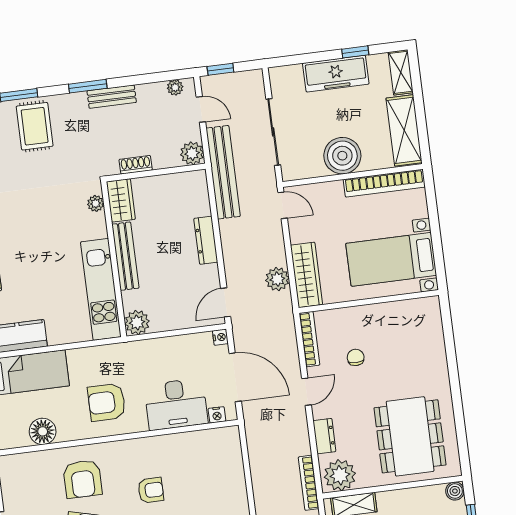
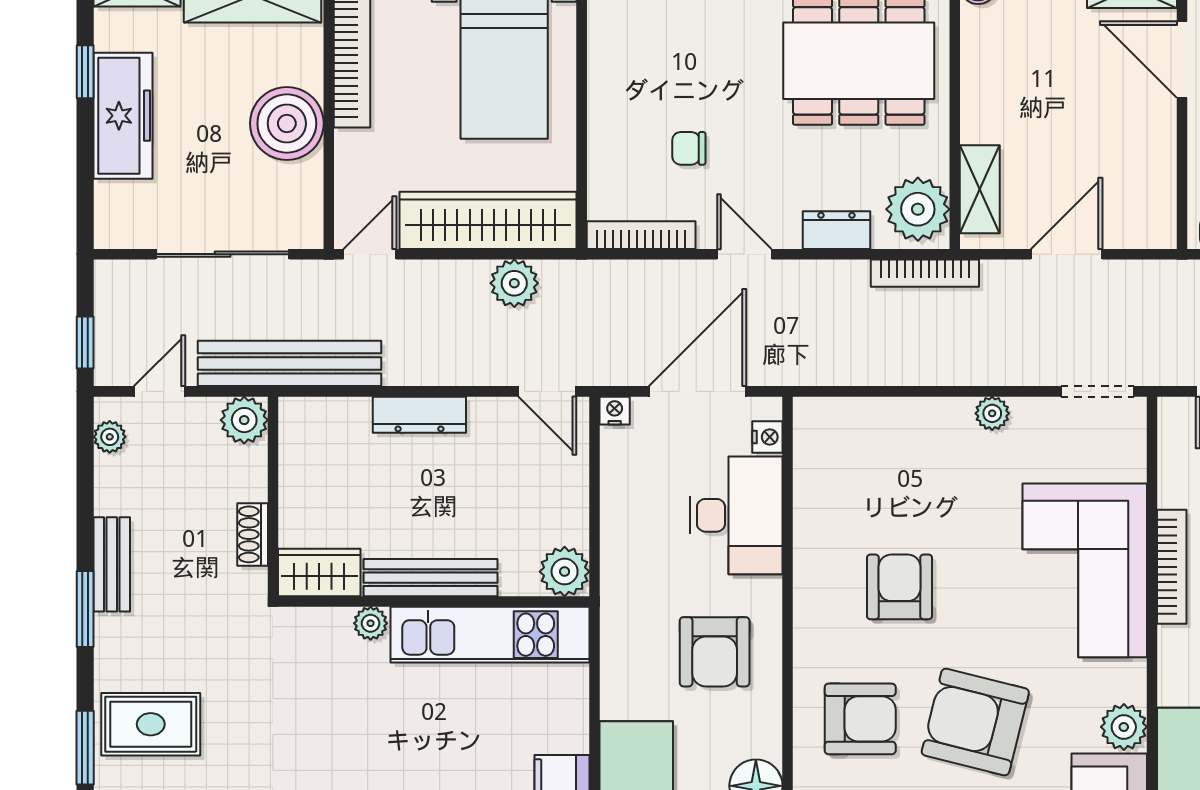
plant: (96, 203) -> (371, 623), moved
wardrobe: (306, 275) -> (488, 220), width x1.40, depth x1.17
armchair: (151, 490) -> (900, 587), width x1.38, depth x1.38

